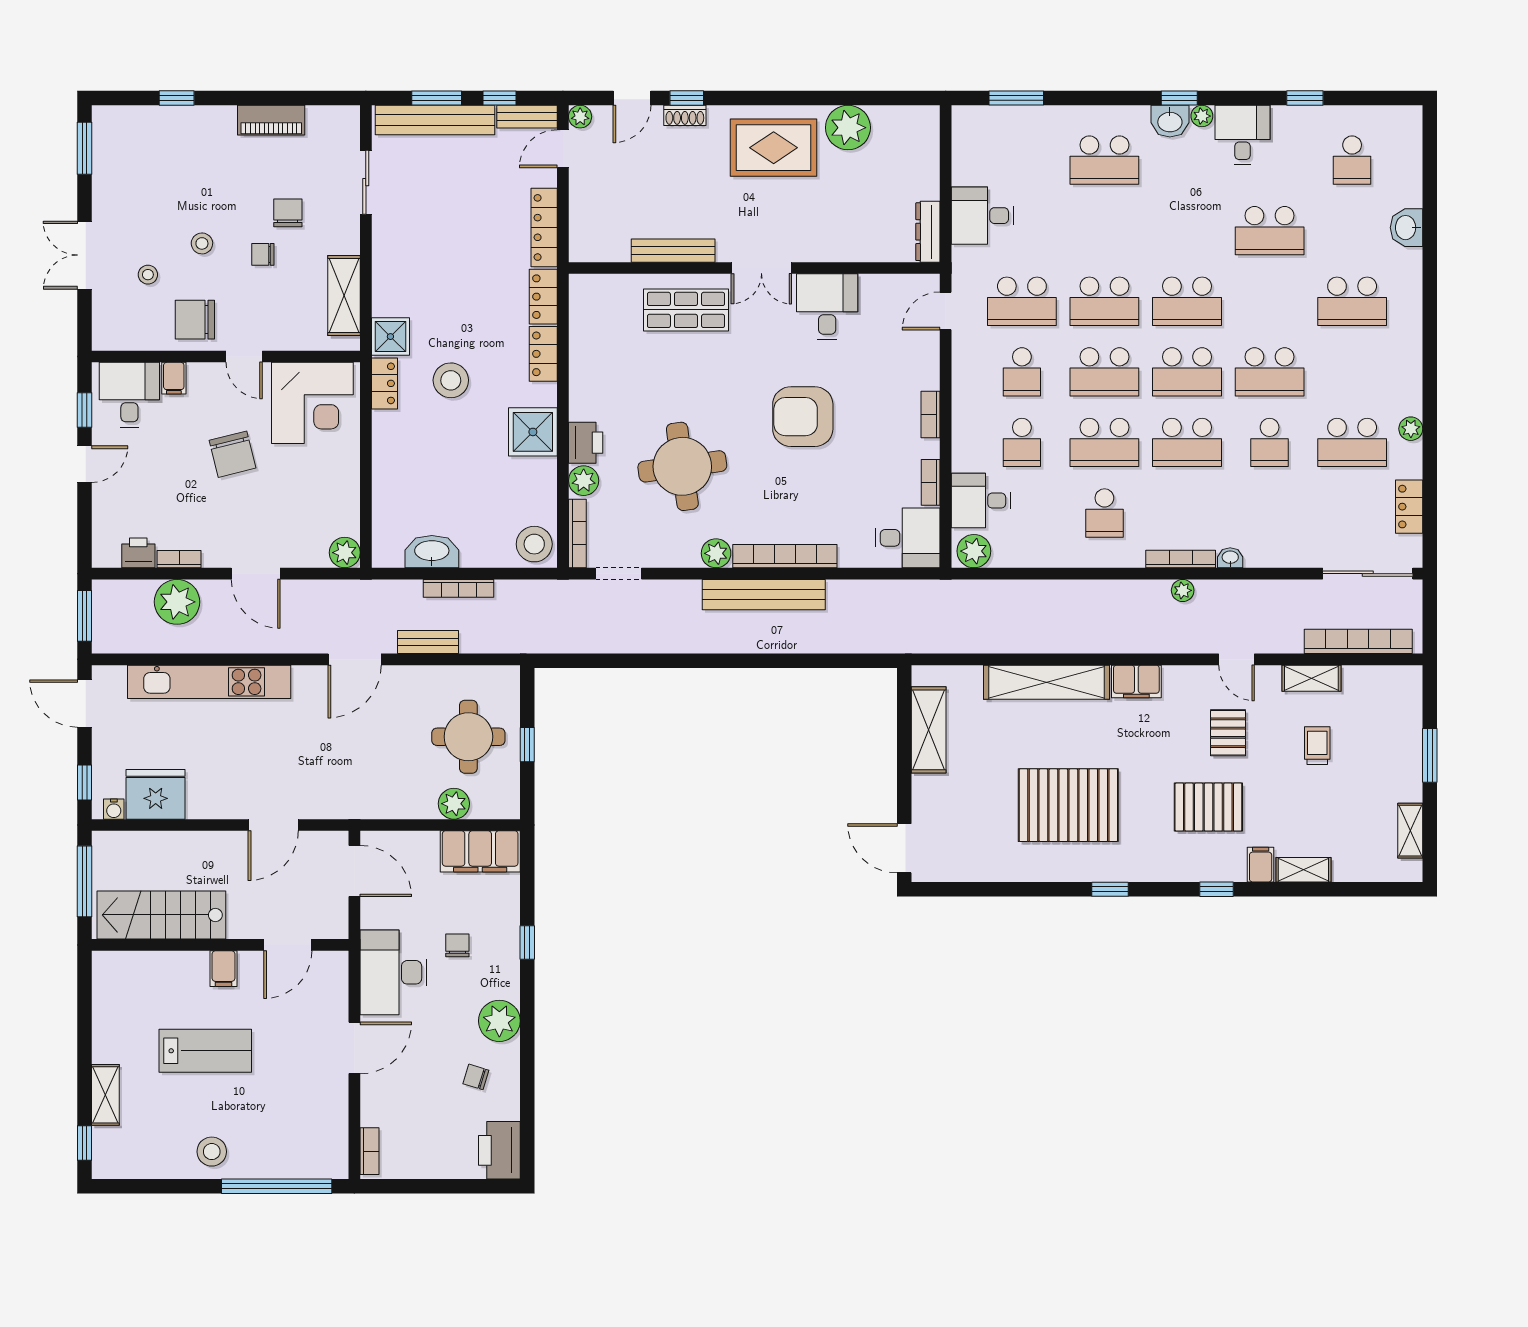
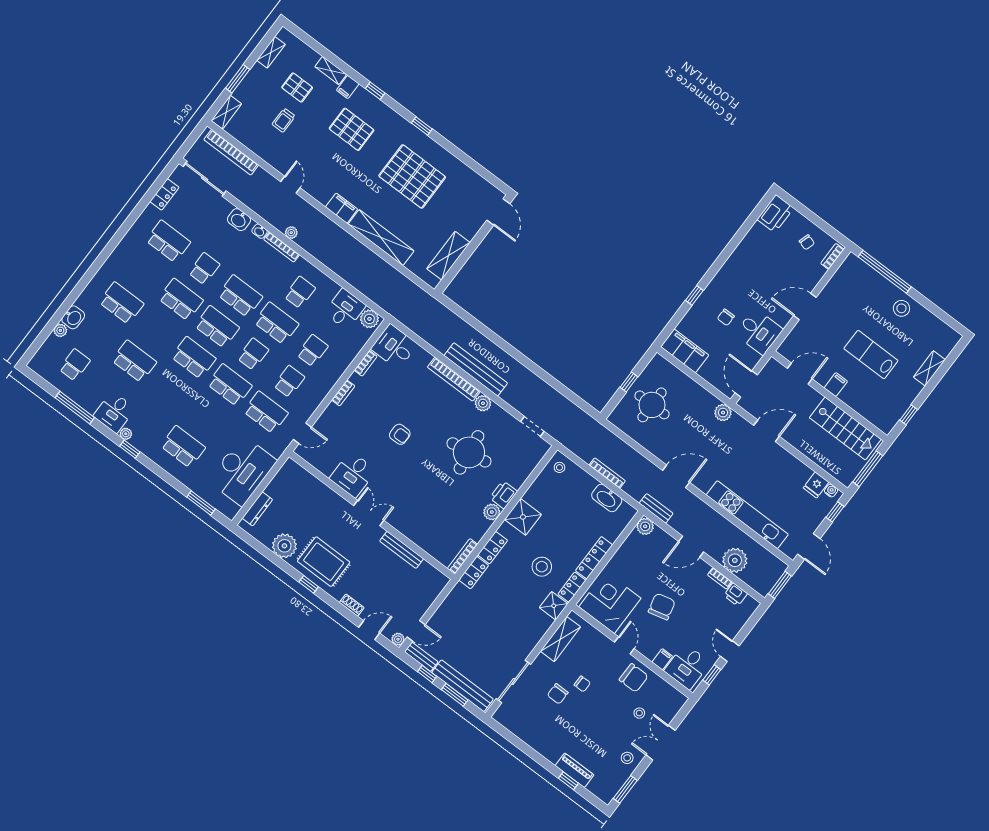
window: (687, 98) -> (309, 584), moved
window: (1305, 98) -> (75, 408), width x2.17
piano: (271, 120) -> (574, 770), moved
washbasin: (1170, 121) -> (239, 220), moved, turned 180
sliding door: (366, 182) -> (513, 681), width x1.37
desk: (982, 216) -> (242, 471), width x1.87, depth x1.30
locker: (544, 227) -> (594, 558), moved, turned 180
dresser: (928, 232) -> (257, 509), moved
stool: (202, 243) -> (627, 758), moved
double door: (84, 255) -> (661, 743), swing flipped
shop shelf: (686, 310) -> (416, 520), removed
school desk: (1104, 372) -> (253, 354), width x0.54
armchair: (803, 417) -> (400, 434), width x0.53, depth x0.53
plant: (1411, 429) -> (60, 330), moved
door: (84, 464) -> (730, 651), hinge flipped
plant: (584, 481) -> (492, 512), moved
desk: (981, 501) -> (345, 309), moved, turned -90
bookcase: (577, 533) -> (463, 556), moved
stool: (534, 544) -> (559, 467), width x0.53, depth x0.53
door: (256, 574) -> (691, 547), swing flipped
bench: (428, 642) -> (656, 508), moved
shelving: (1311, 678) -> (226, 112), moved, turned 90
pallet: (1228, 733) -> (297, 87), moved, turned 90
fridge: (156, 794) -> (816, 485), width x0.53, depth x0.75
plant: (454, 804) -> (723, 413), moved
desk: (393, 972) -> (759, 332), width x0.73
plant: (499, 1021) -> (732, 270), removed
chair: (476, 1077) -> (807, 242), moved
window: (84, 1143) -> (909, 415), moved

